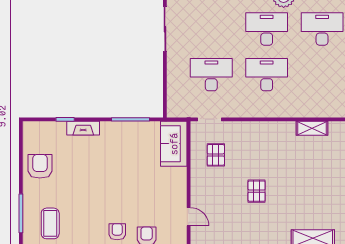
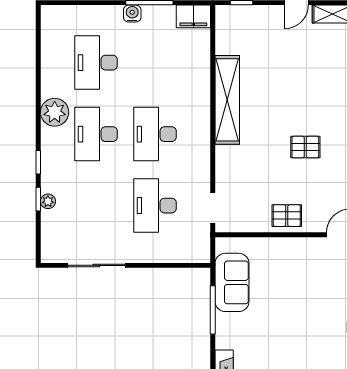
shelving: (312, 128) -> (227, 100), width x2.20, depth x1.33
sofa: (174, 144) -> (232, 282), moved, turned -90
pallet: (216, 155) -> (287, 216), moved

